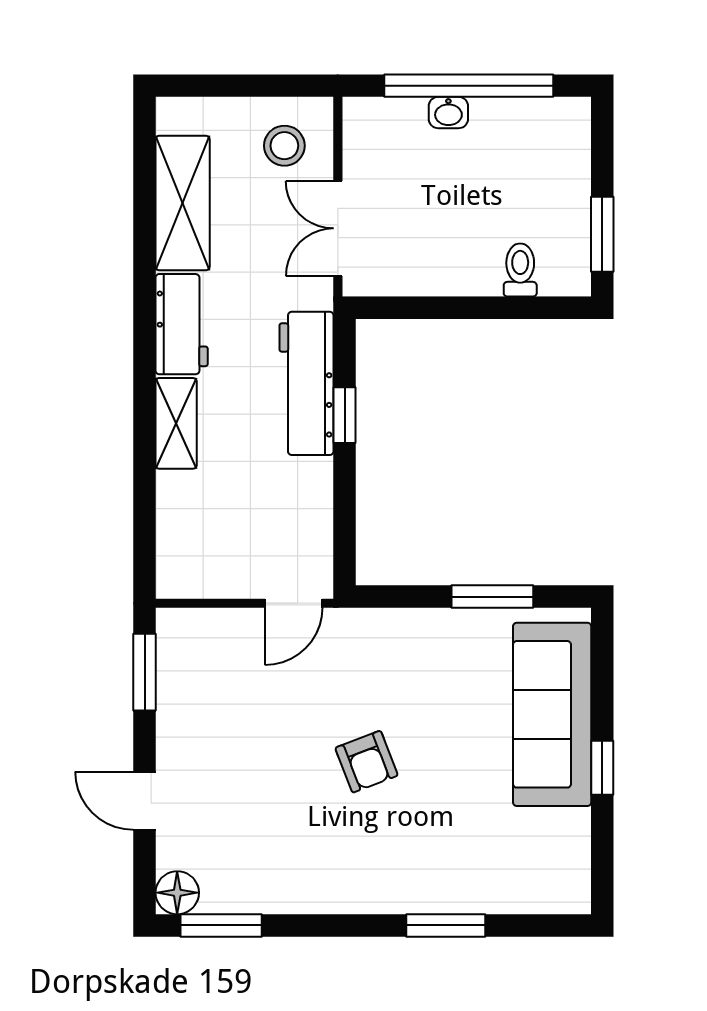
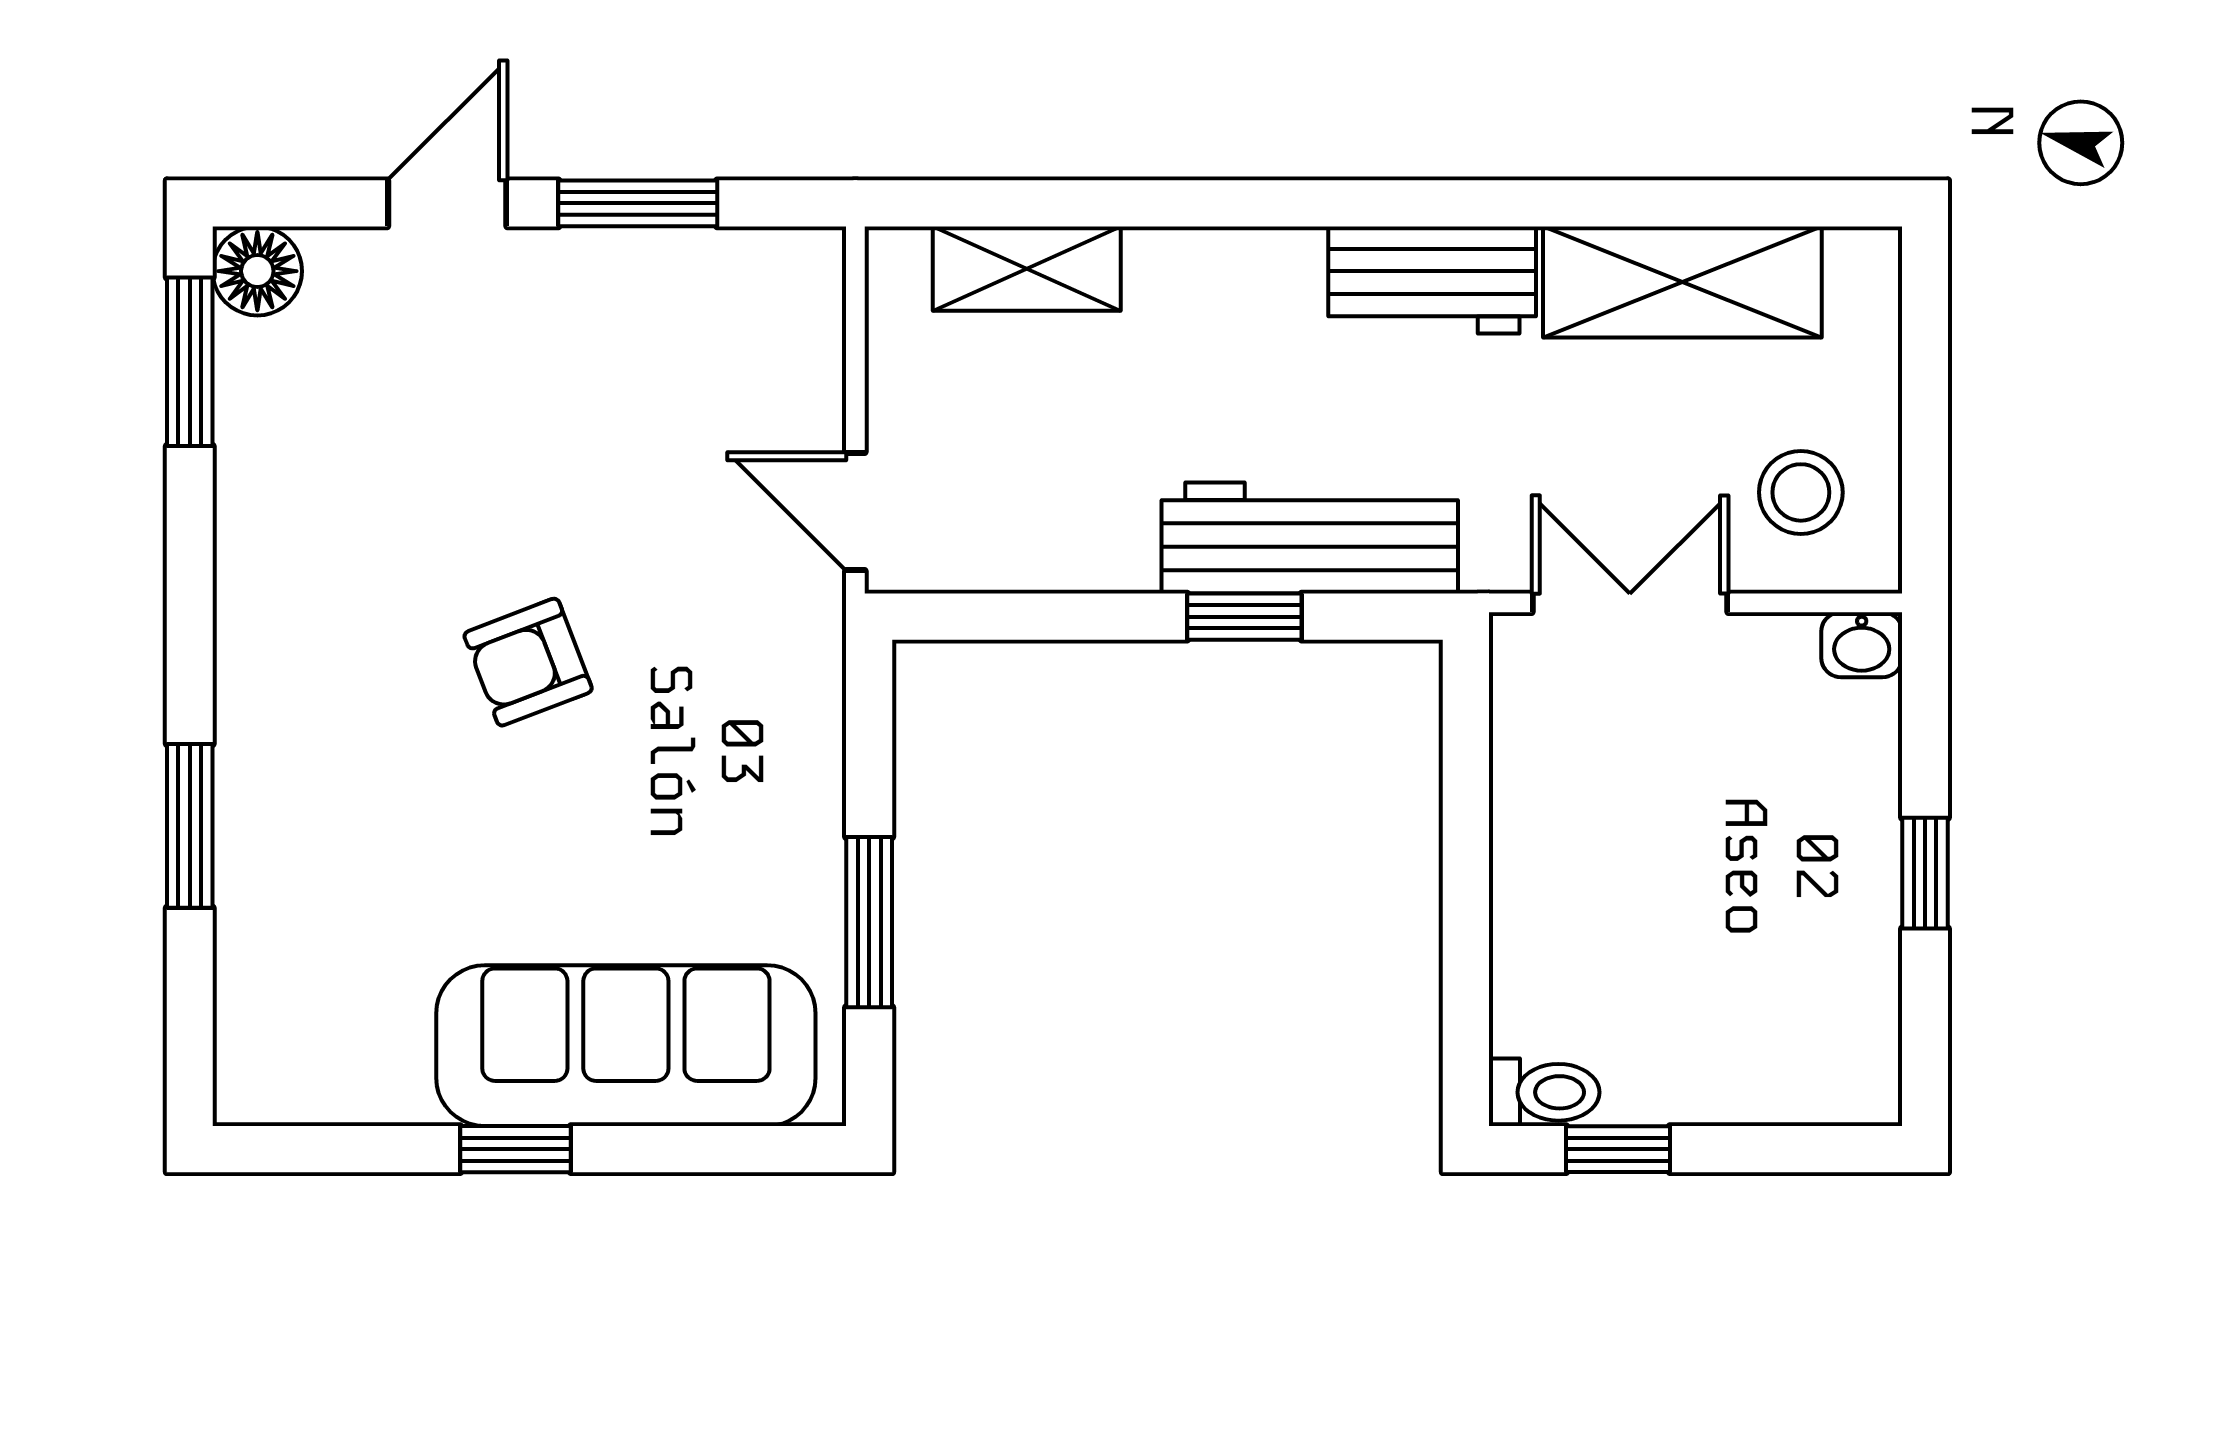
window: (469, 86) -> (1925, 873), width x0.32
washbasin: (448, 113) -> (1862, 645), moved, turned -90
window: (602, 234) -> (1618, 1149), width x0.67
toilet: (520, 270) -> (1544, 1092), moved
shelving: (176, 423) -> (1027, 269), moved
window: (145, 672) -> (638, 203), moved

